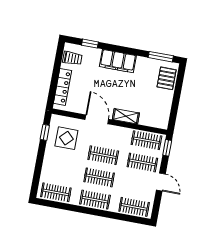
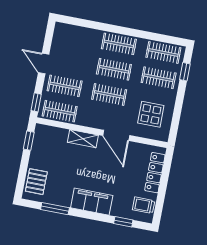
window: (161, 57) -> (55, 209), moved
window: (173, 114) -> (29, 141), added
window: (45, 132) -> (185, 72), moved
clothes rail: (134, 207) -> (159, 78), moved

